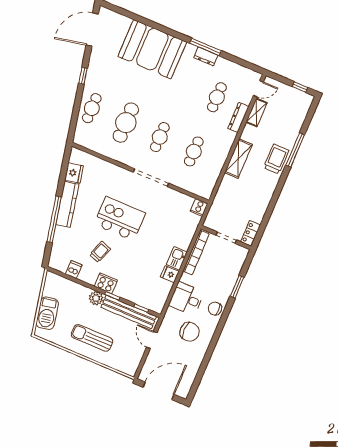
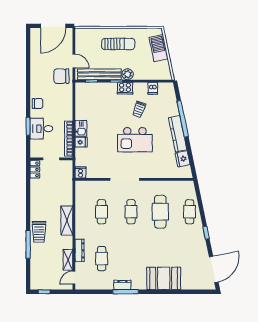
booth: (152, 49) -> (164, 278), width x0.73, depth x0.70
fridge: (170, 274) -> (81, 142), moved
desk: (186, 299) -> (41, 129), moved, turned 180
chair: (190, 332) -> (61, 76), moved

